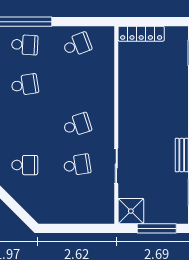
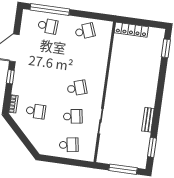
school desk: (25, 85) -> (69, 145), moved
shower: (131, 211) -> (106, 154), removed

